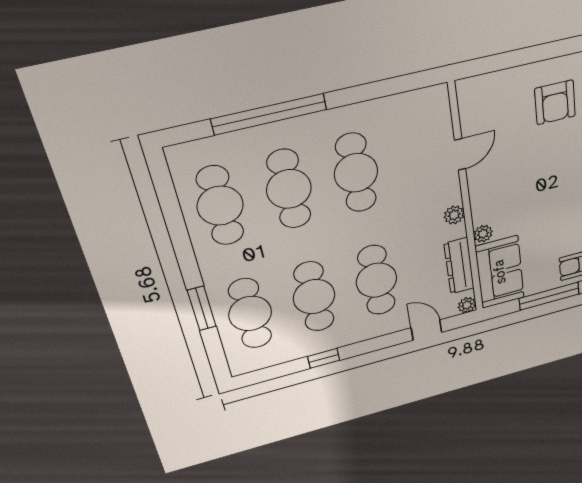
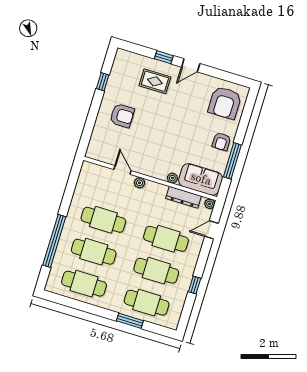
plant: (454, 215) -> (140, 183), moved

